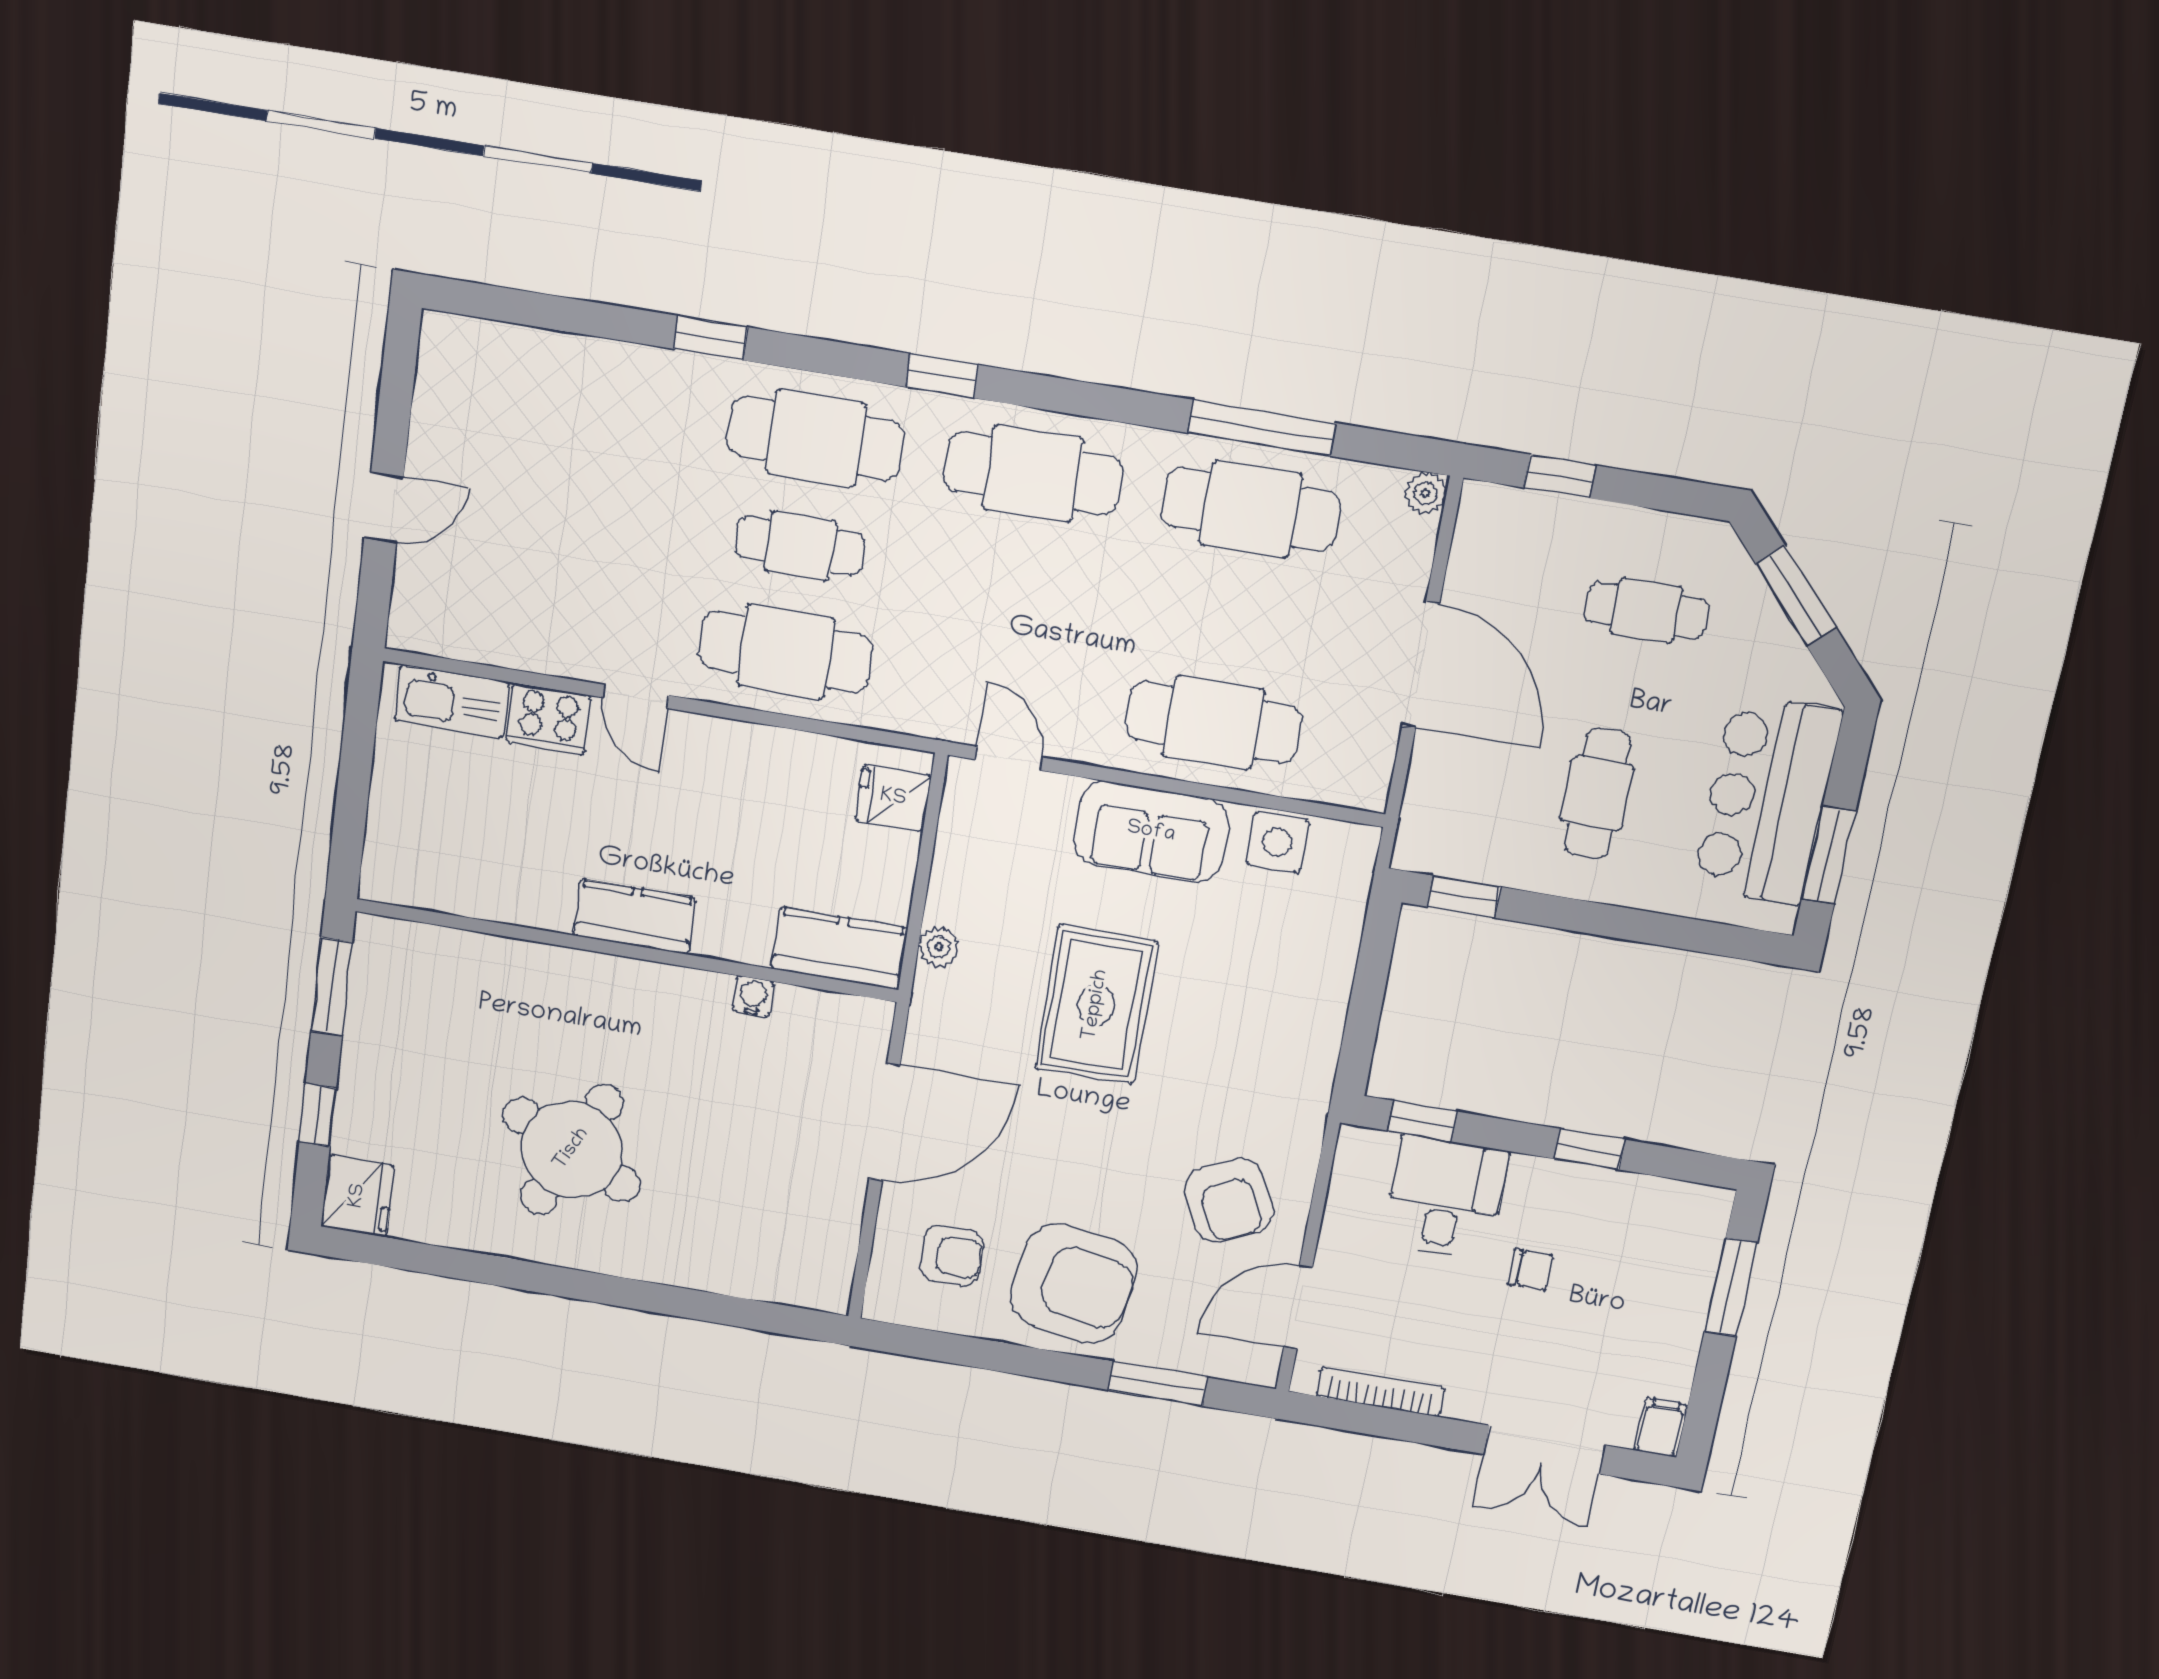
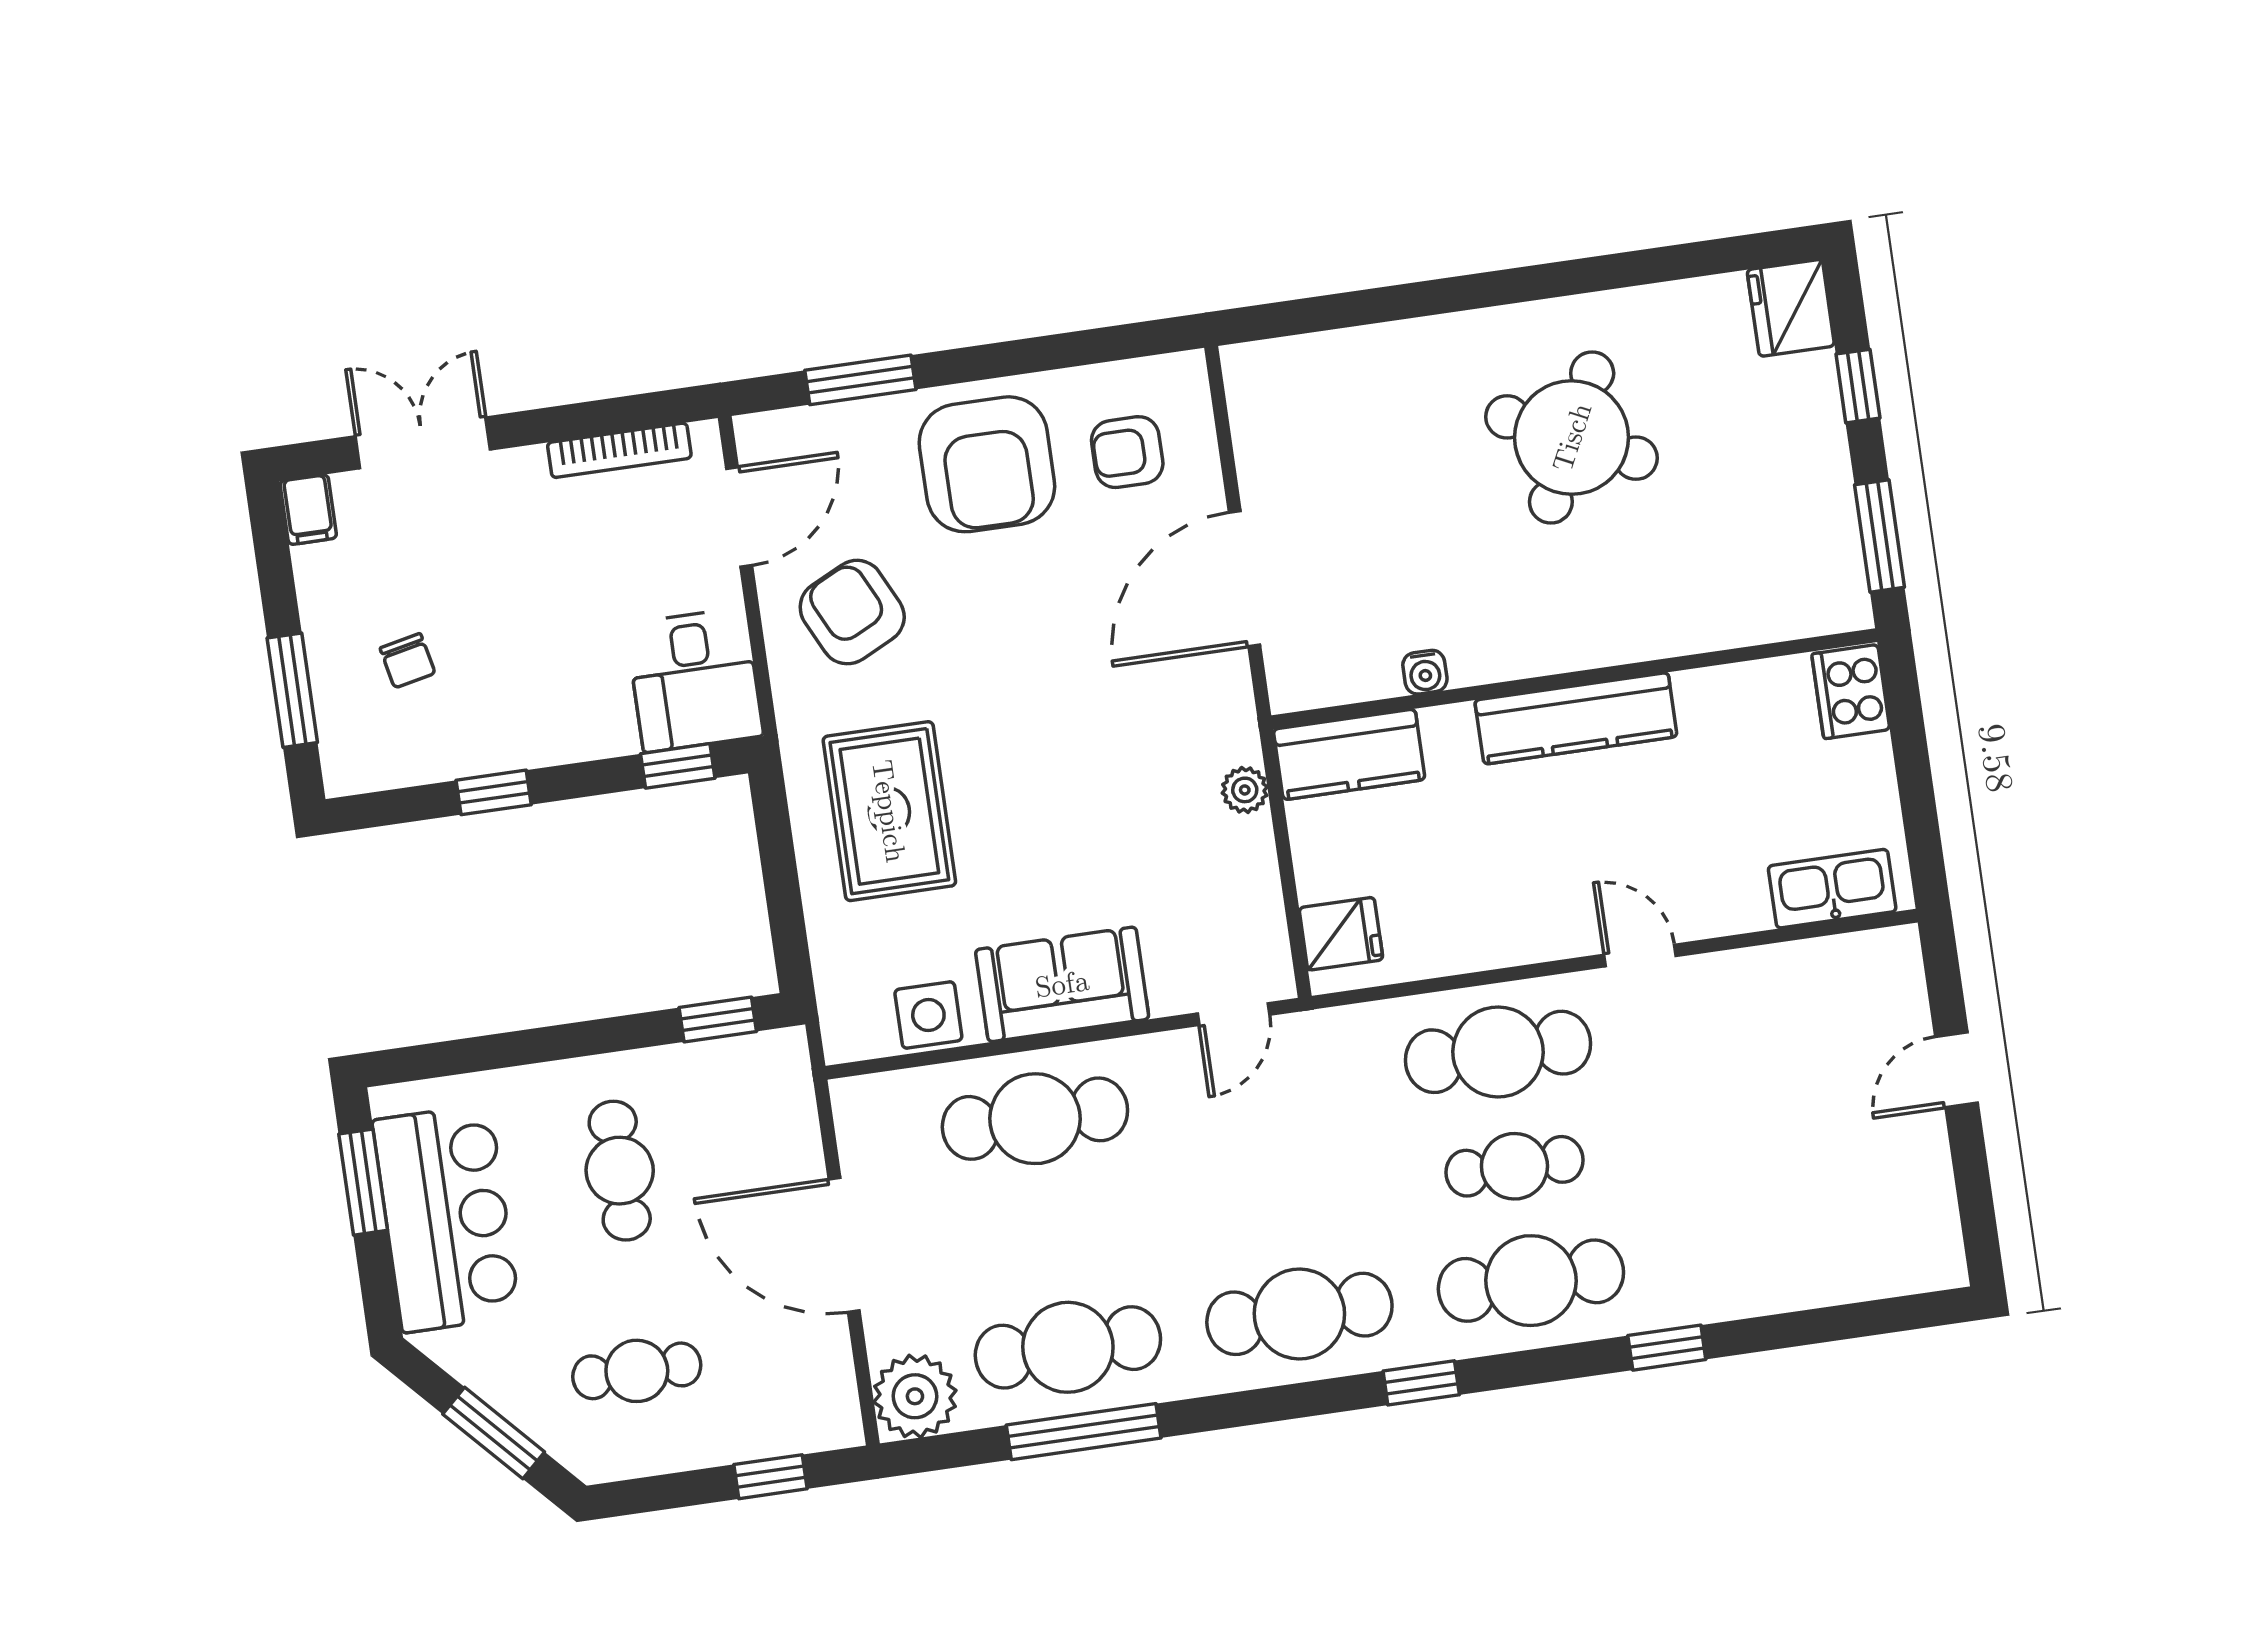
plant: (1425, 493) -> (915, 1396), width x1.87, depth x1.87
cooker: (549, 719) -> (1851, 692), moved, turned -90
door: (1009, 758) -> (1233, 1014), hinge flipped
kitchen counter: (634, 917) -> (1576, 718), width x1.50
rug: (1096, 1005) -> (889, 811), moved
desk: (1445, 1198) -> (694, 680), moved
chair: (1531, 1270) -> (408, 661), moved, turned -102
armchair: (1074, 1283) -> (987, 464), turned -99

